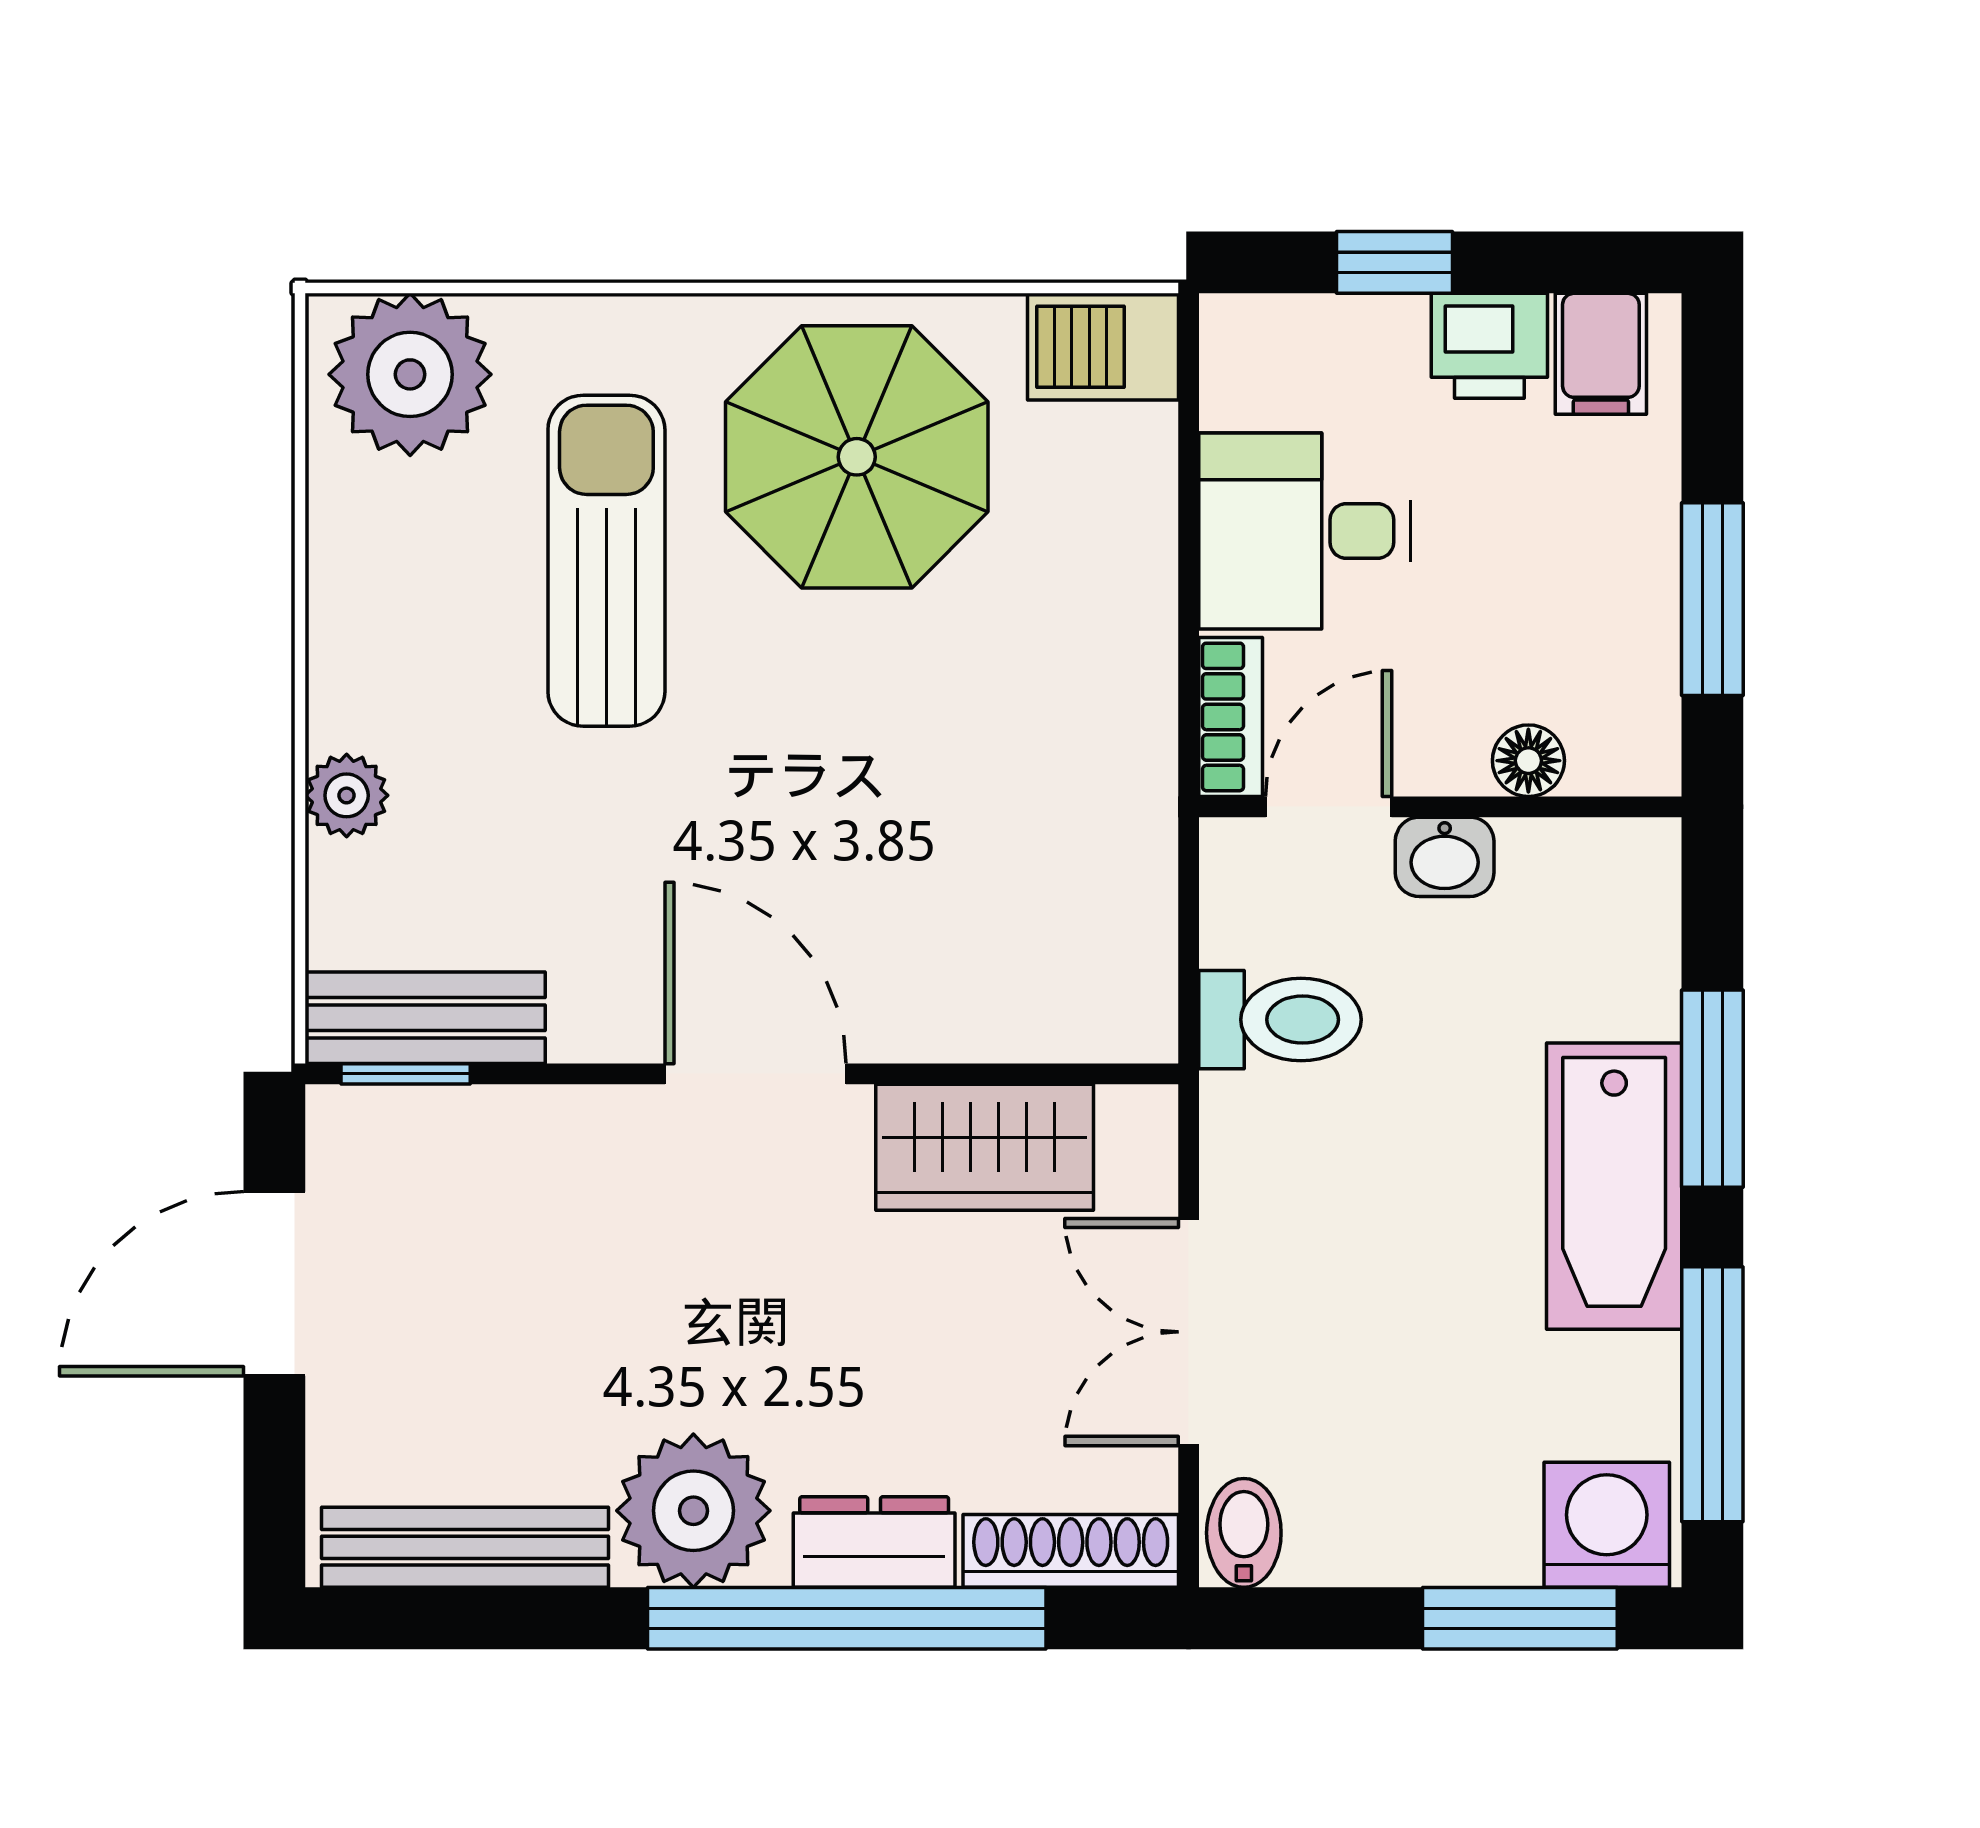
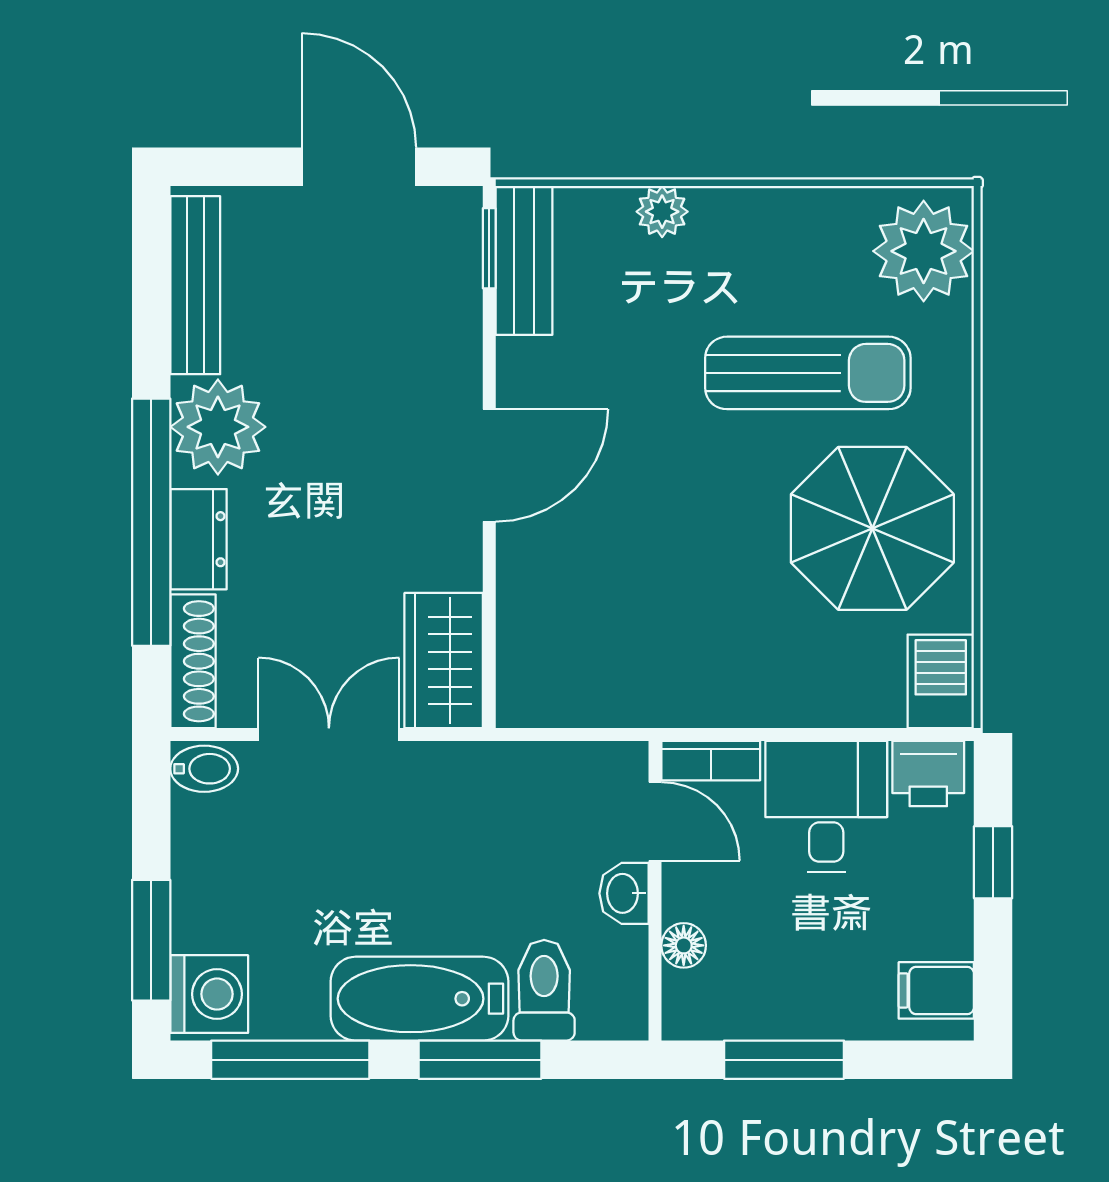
printer: (1489, 346) -> (928, 773), moved, turned -90
toilet: (1280, 1020) -> (544, 990), moved, turned 180
wardrobe: (985, 1147) -> (444, 660), moved

